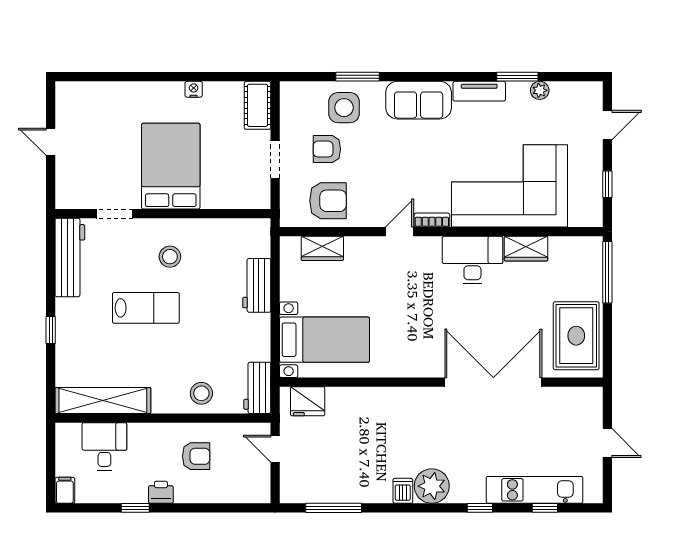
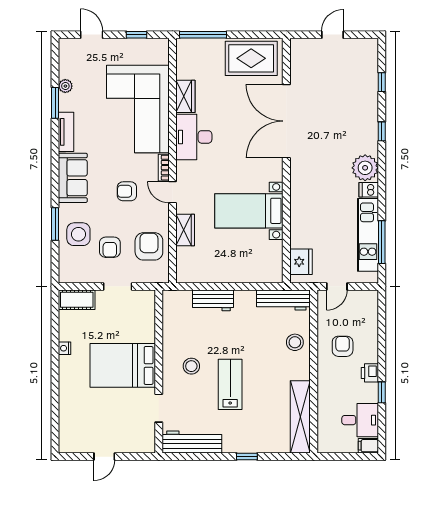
armchair: (401, 172) -> (127, 191), added
wardrobe: (322, 248) -> (185, 230), moved
bed with nightstands: (324, 340) -> (249, 211), moved, turned -90
workbench: (257, 388) -> (283, 300), width x1.38
desk: (104, 447) -> (360, 420), moved, turned 180
kitchen unit: (535, 490) -> (368, 235), moved

